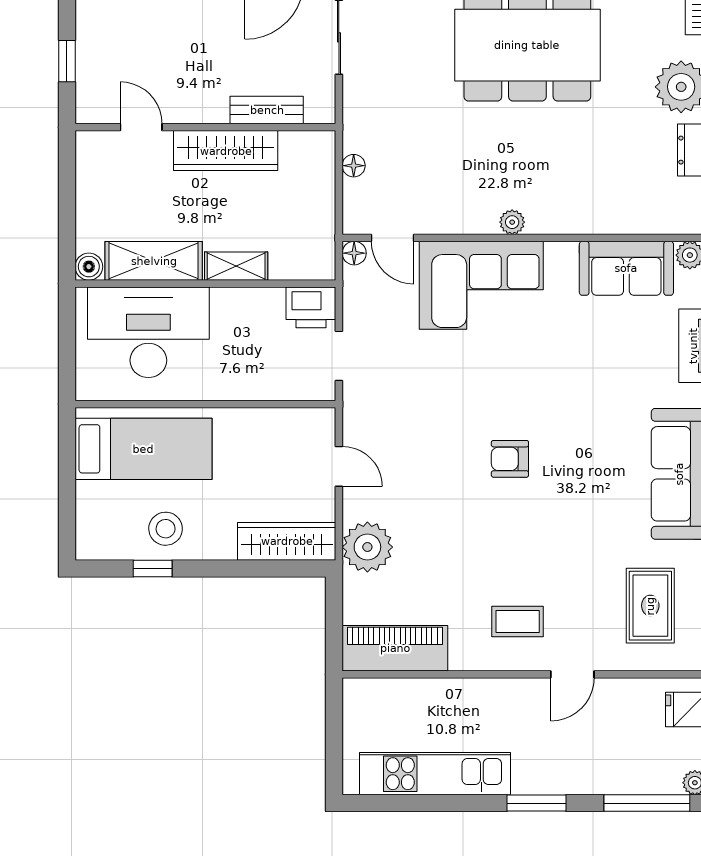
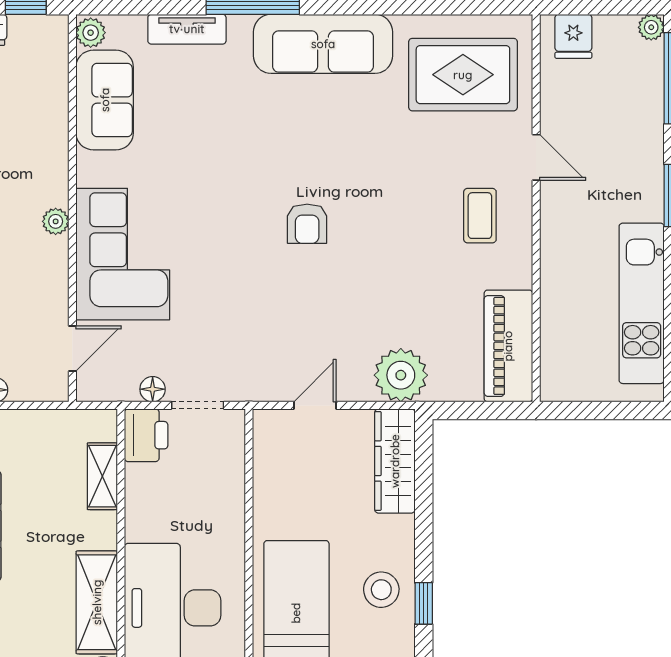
floor lamp: (354, 253) -> (153, 389), moved
shelving: (236, 266) -> (102, 476), moved
rug: (650, 606) -> (463, 75), width x1.36, depth x1.43

